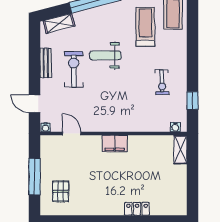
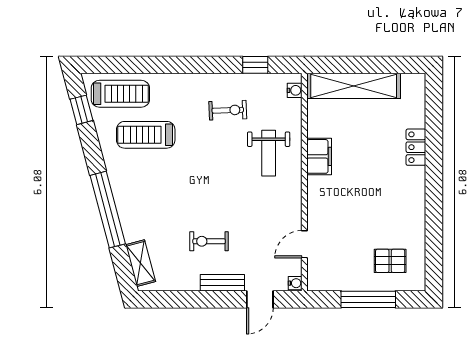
weight bench: (105, 55) -> (269, 153), moved
bench: (46, 63) -> (222, 283), moved
exercise bike: (74, 69) -> (209, 241), width x0.73, depth x0.72
filing cabinet: (115, 144) -> (319, 156), moved
shelving: (180, 150) -> (354, 86), width x2.20, depth x1.33

